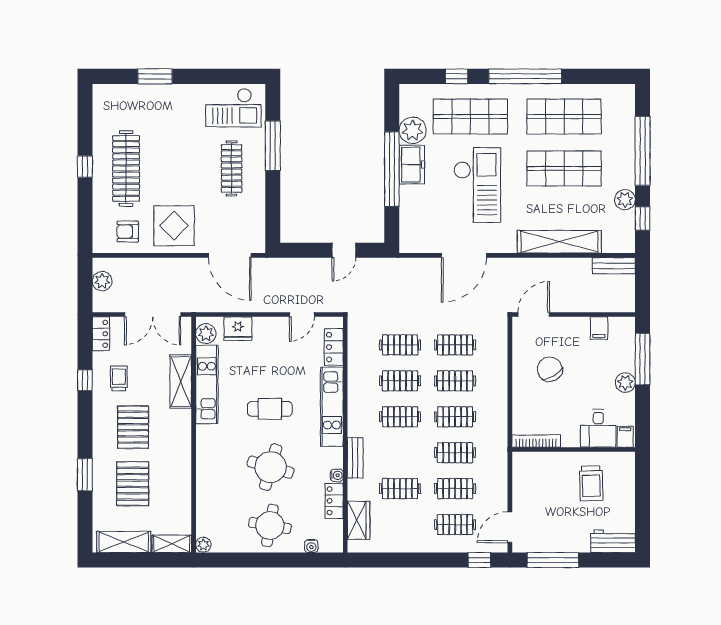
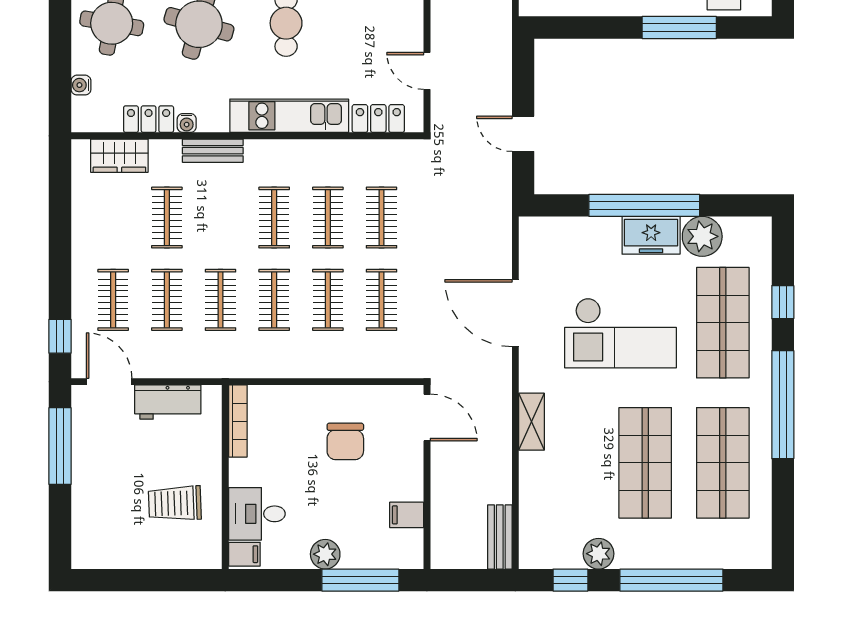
shelving: (559, 242) -> (531, 422), width x0.45, depth x0.75
chair: (550, 369) -> (345, 441), turned 120
workbench: (613, 541) -> (168, 402), moved, turned 90

